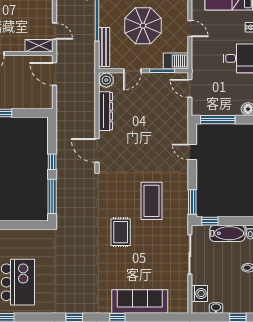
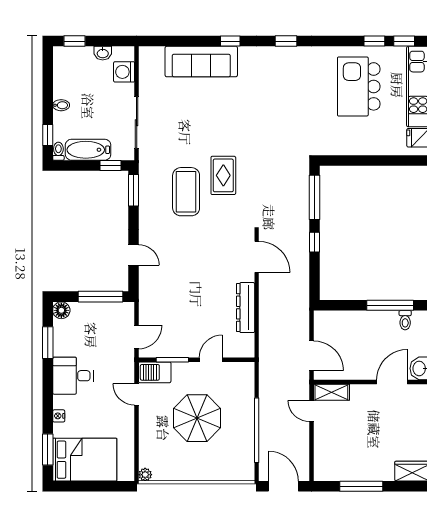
door: (190, 29) -> (137, 394), moved
bench: (104, 47) -> (247, 390), removed
plant: (106, 80) -> (245, 348), removed
door: (190, 88) -> (137, 337), hinge flipped
rug: (121, 232) -> (223, 175), moved

